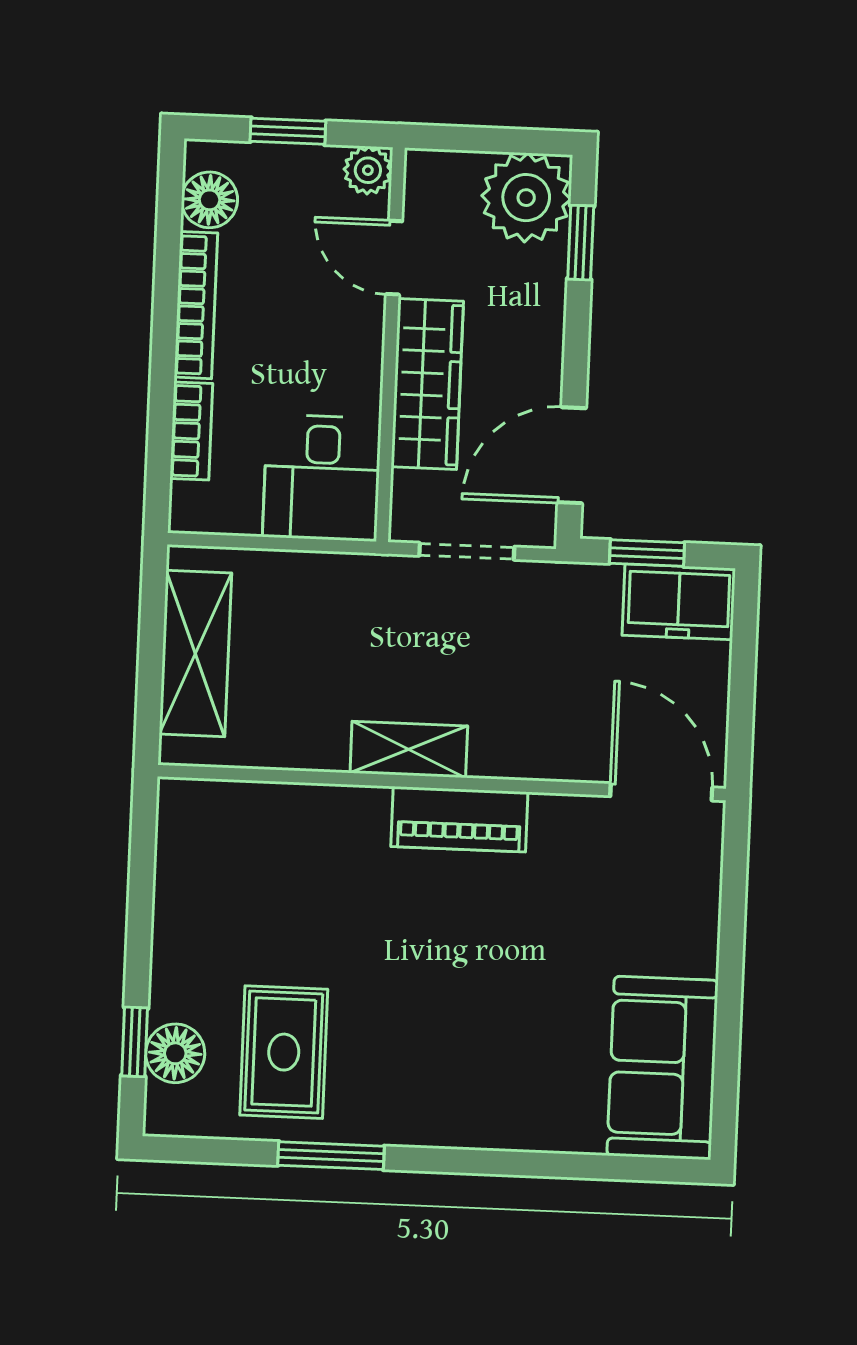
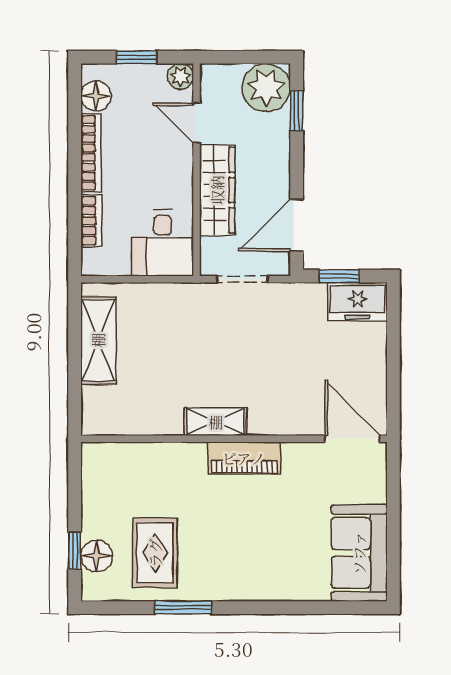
shelving: (409, 749) -> (216, 422), moved
wall: (442, 783) -> (234, 439), moved
door: (661, 792) -> (352, 439), moved
piano: (459, 819) -> (244, 458), moved

